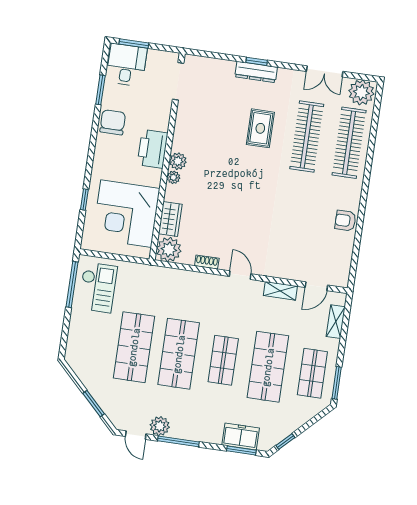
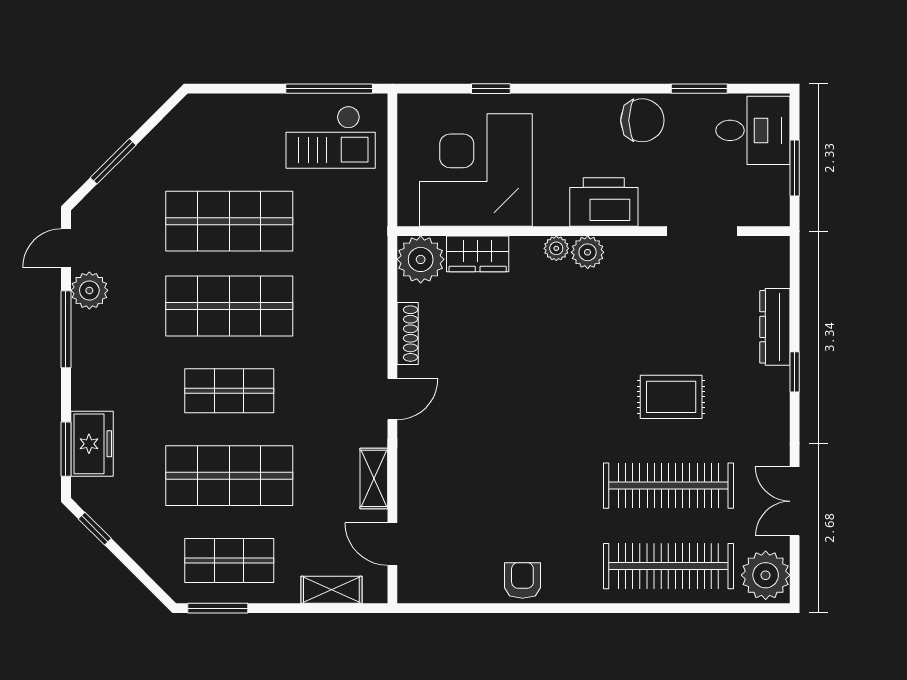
window: (134, 44) -> (795, 168), moved
dresser: (256, 72) -> (775, 327), moved
doorway: (178, 81) -> (702, 231), moved
shoe rack: (207, 262) -> (408, 334), width x1.43

